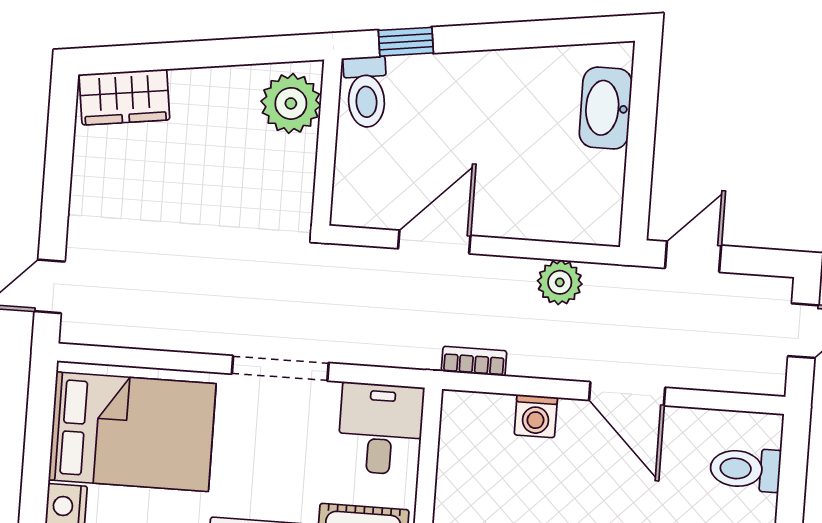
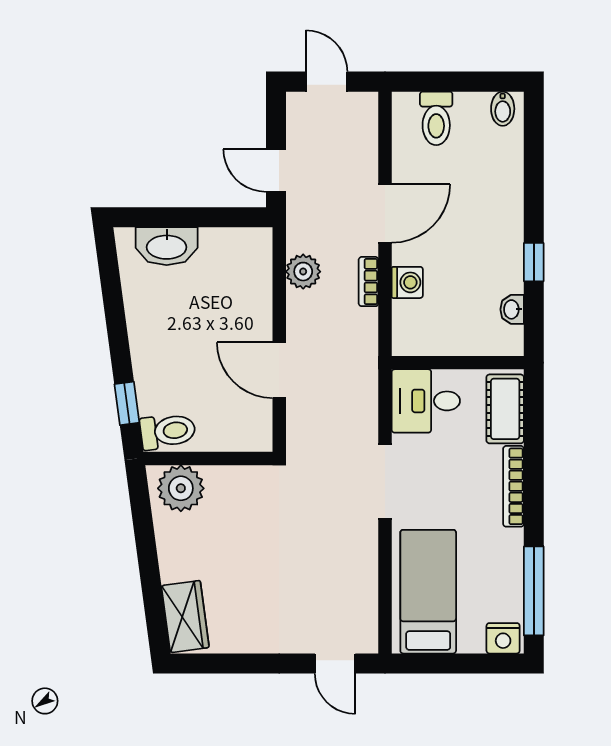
bookcase: (474, 361) -> (369, 282), moved
bed: (132, 432) -> (428, 592), width x0.67

